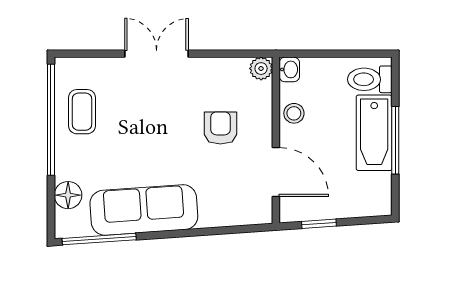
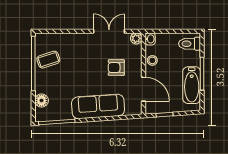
double door: (157, 54) -> (109, 31), moved
coffee table: (82, 112) -> (48, 60), turned 72
armchair: (220, 128) -> (116, 68), turned -90
bathtub: (374, 133) -> (192, 85), moved
sofa: (144, 210) -> (98, 106), moved

